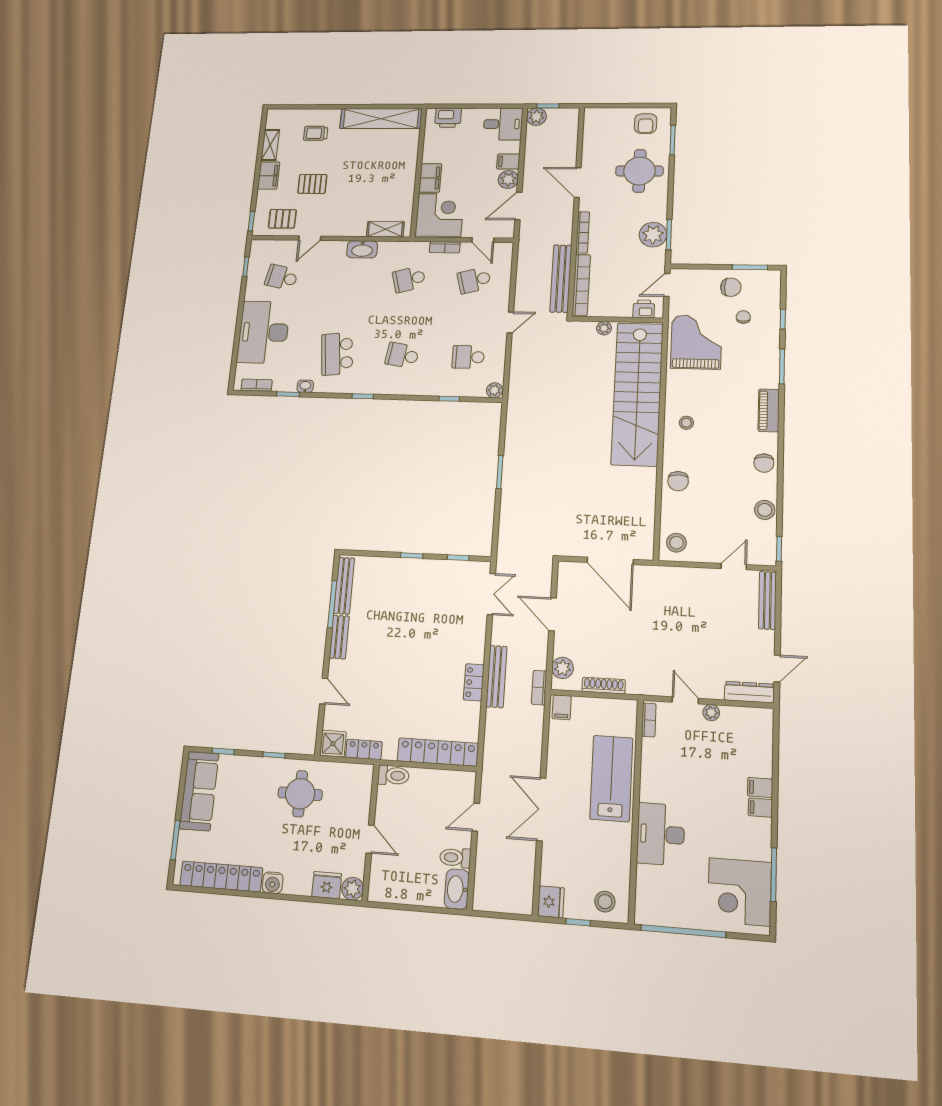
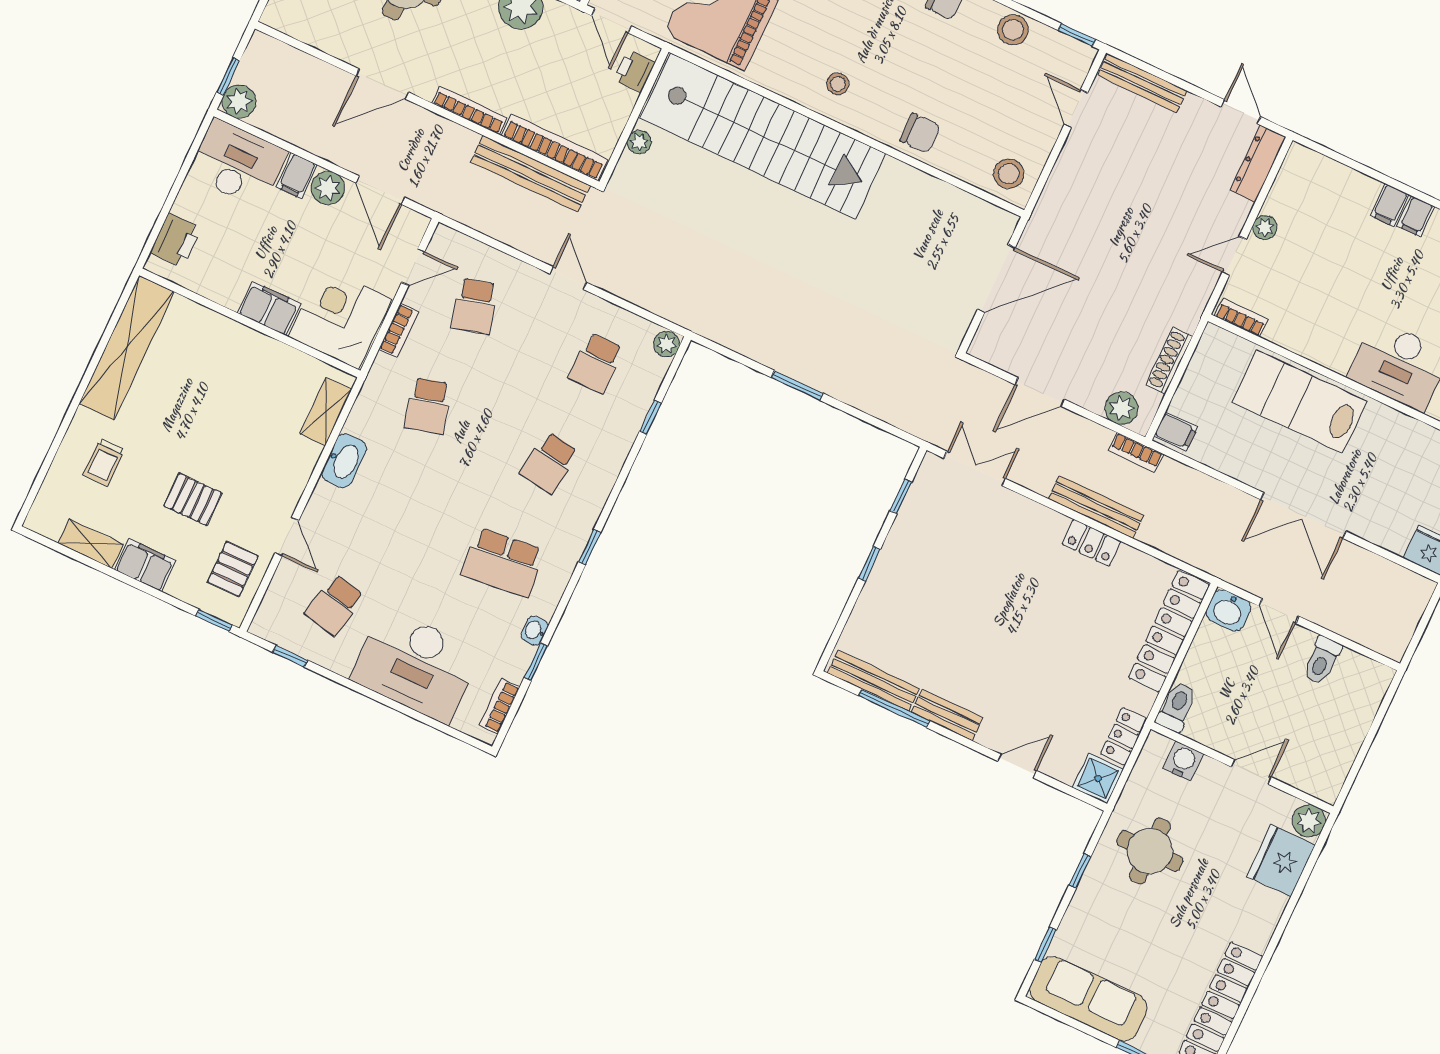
desk: (503, 124) -> (238, 163), width x1.37
pallet: (312, 184) -> (193, 499), turned 90
water cooler: (273, 883) -> (1183, 761), moved, turned -90
fridge: (327, 885) -> (1281, 861), width x1.36, depth x1.34
washbasin: (457, 889) -> (1228, 610), moved, width x0.72

